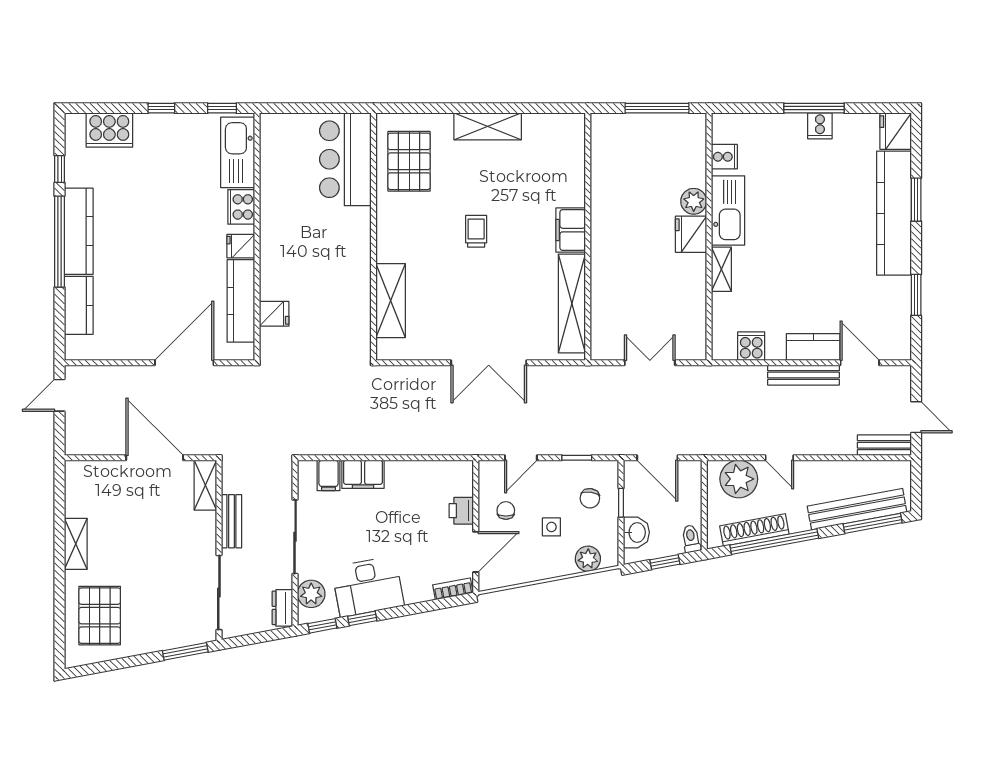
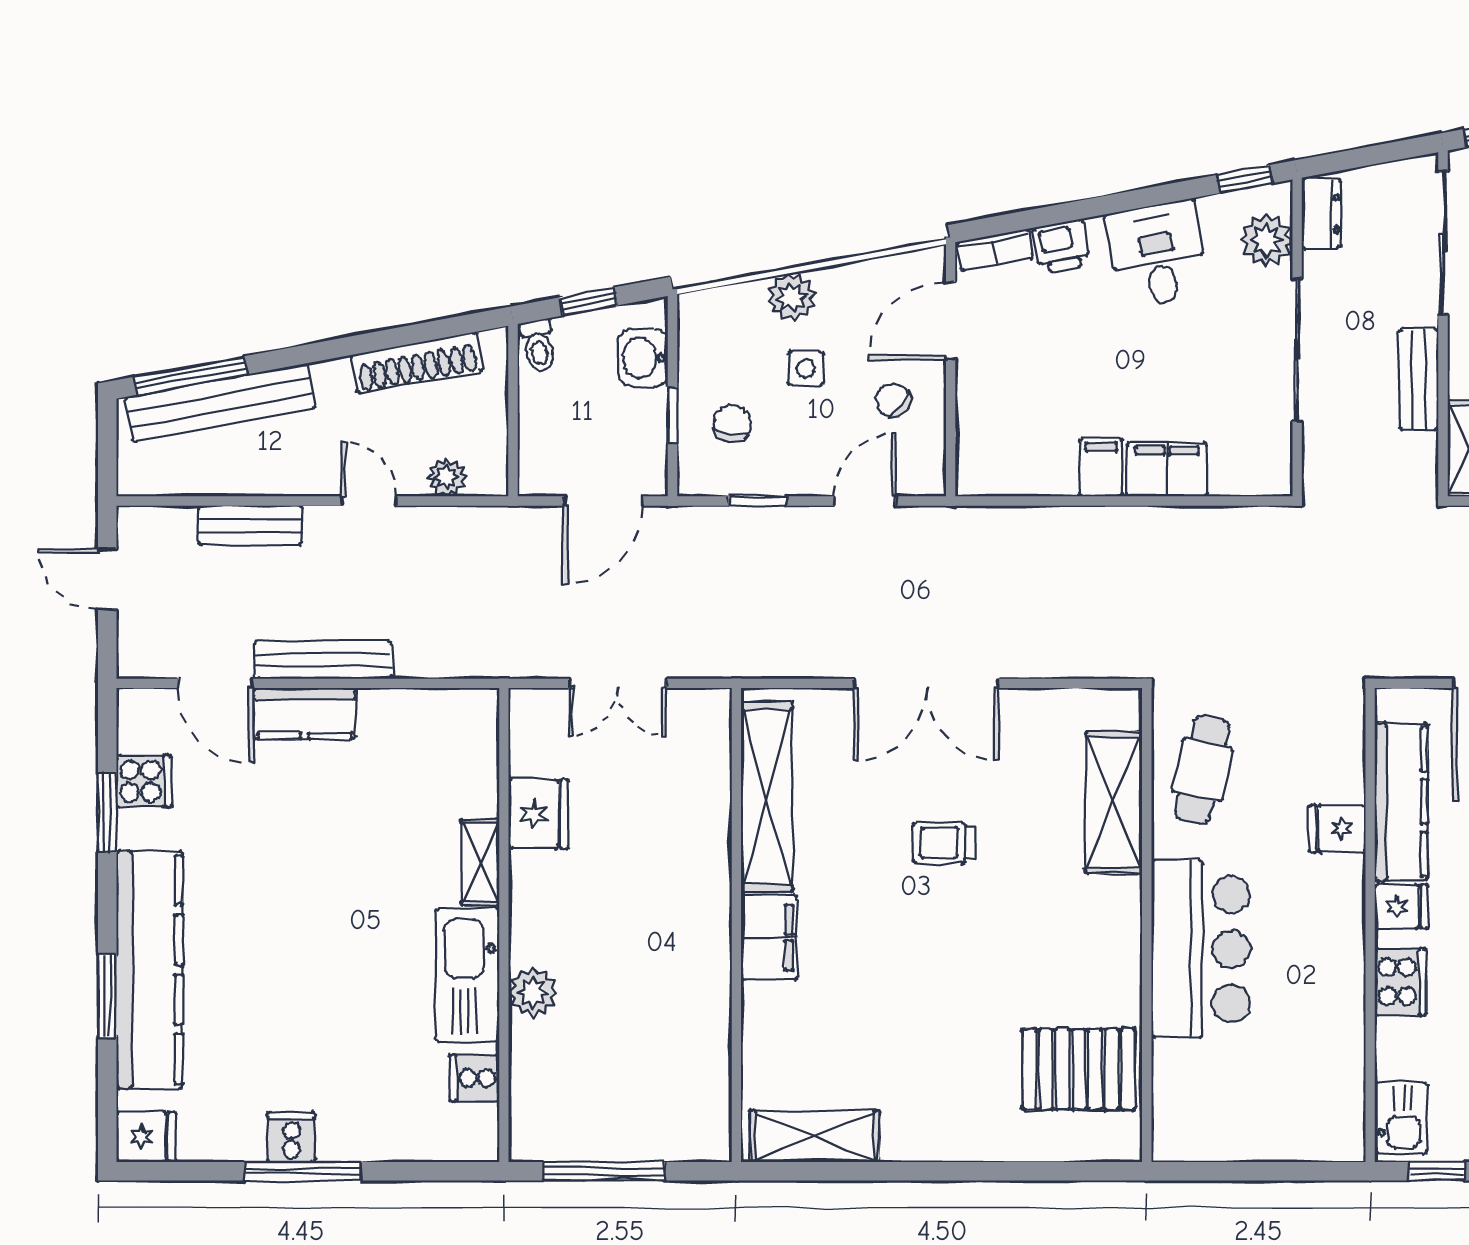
shelving: (488, 126) -> (815, 1136), moved
fridge: (896, 131) -> (146, 1137), width x0.72
kitchen sink: (238, 152) -> (1401, 1118), width x0.53, depth x0.81
bar counter: (345, 159) -> (1201, 949), moved
pallet: (409, 161) -> (1079, 1069), turned 90
trolley: (476, 231) -> (943, 843), moved, turned 90
fridge: (691, 234) -> (538, 814), moved
fridge: (274, 314) -> (1337, 829), moved
cafe table: (345, 318) -> (1202, 770), added
cooker: (751, 346) -> (144, 781), moved, turned -90
double door: (489, 363) -> (926, 683), swing flipped
bench: (884, 445) -> (250, 525), moved
door: (657, 458) -> (603, 501), swing flipped
filing cabinet: (329, 475) -> (1101, 467), moved
plant: (739, 479) -> (447, 477), width x0.53, depth x0.53
chair: (506, 510) -> (893, 400), turned 125
printer: (461, 511) -> (1061, 246), moved, turned 79
window: (774, 542) -> (379, 340), removed
plant: (588, 559) -> (792, 297), moved
desk: (368, 586) -> (1158, 255), width x0.73
window: (362, 618) -> (1168, 193), removed

